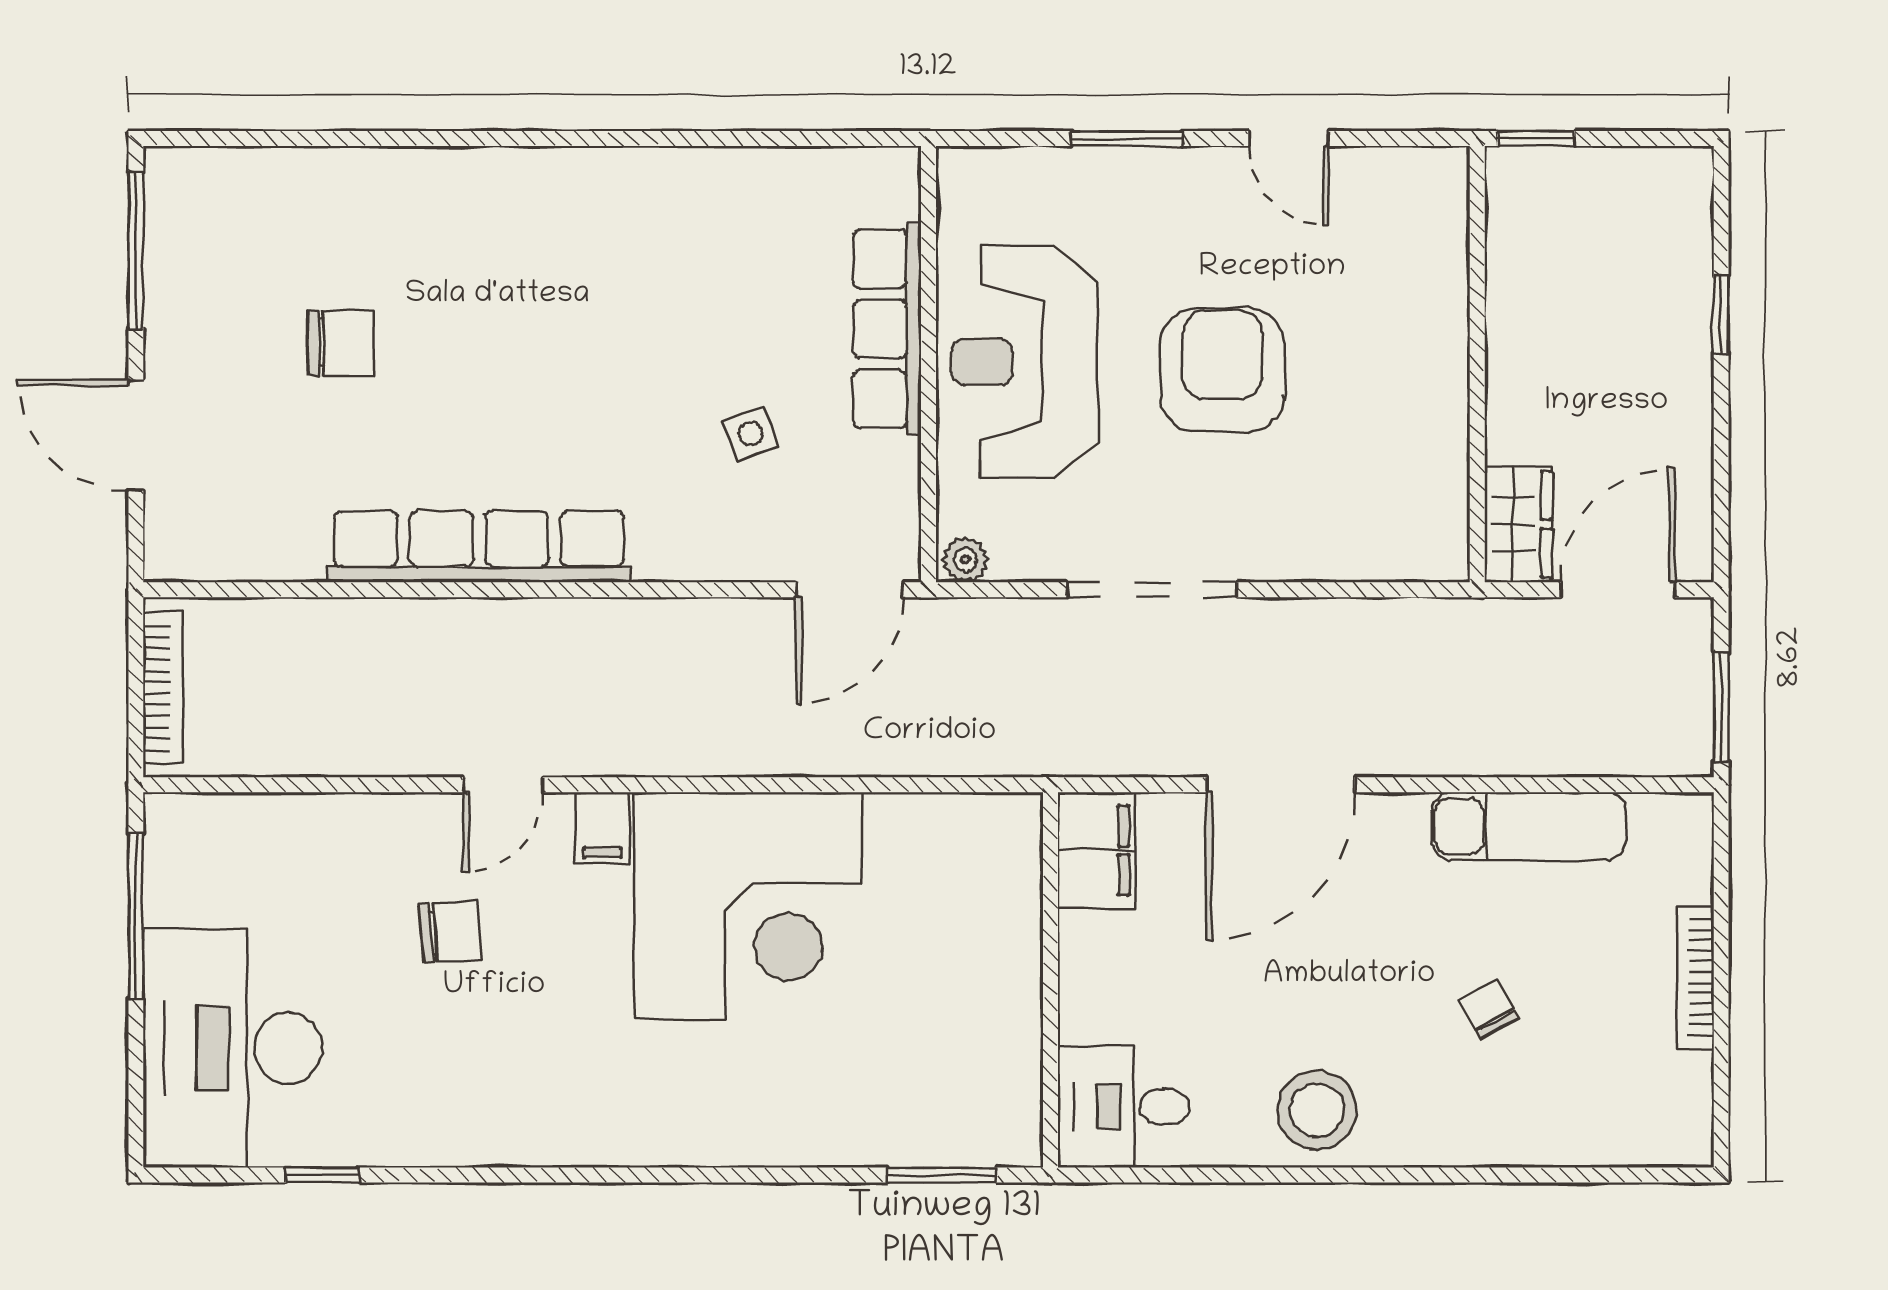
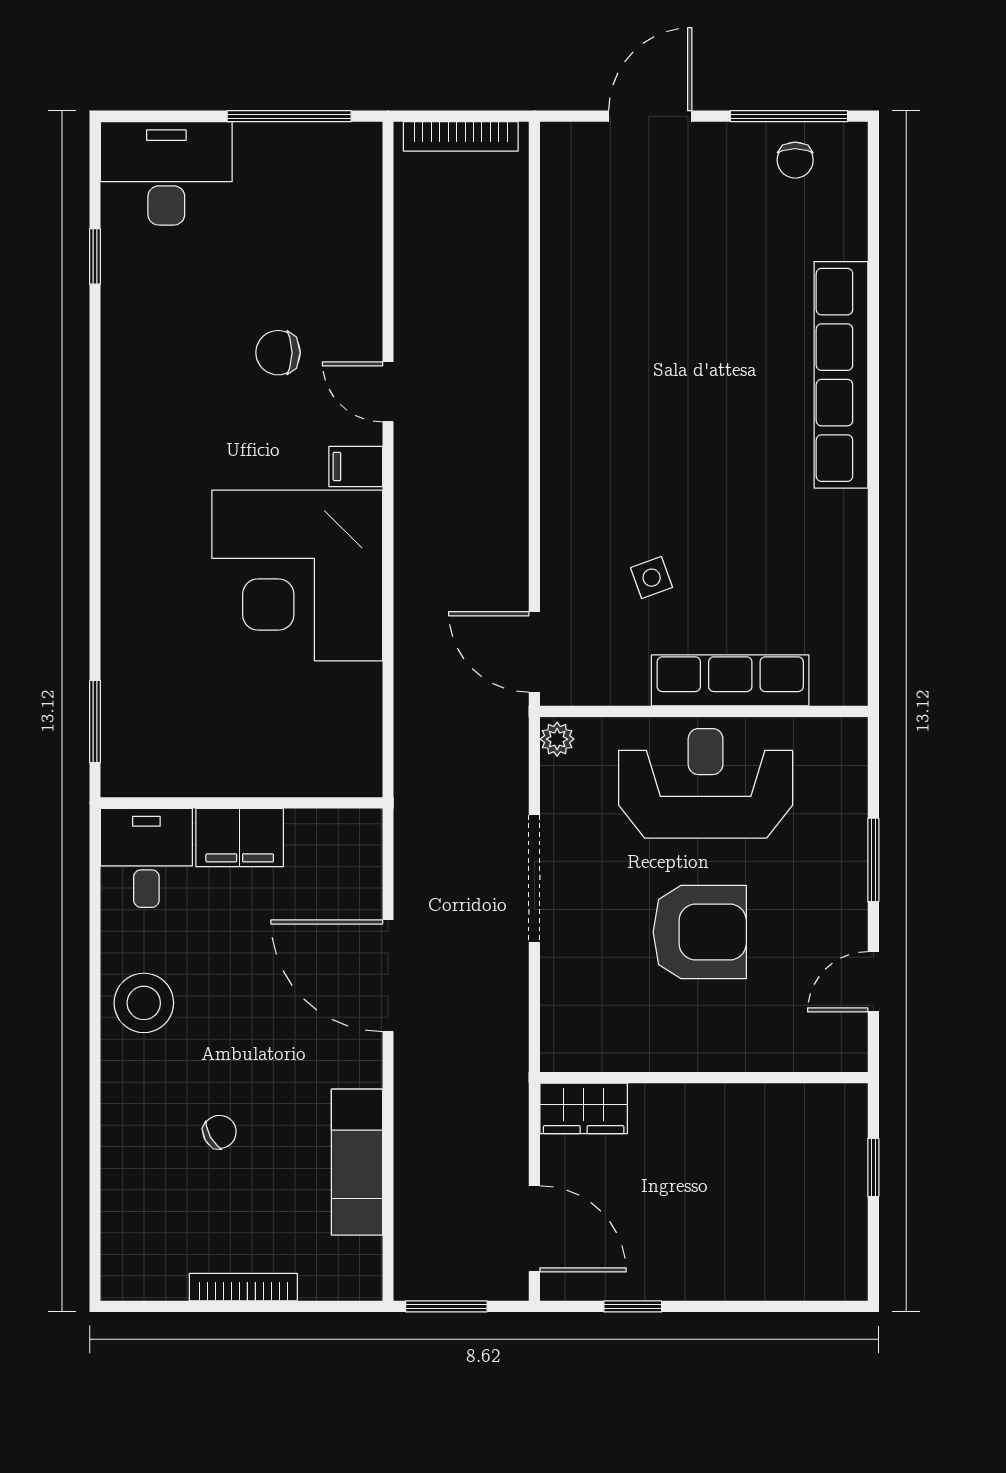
window: (1721, 315) -> (633, 1306), moved
chair: (341, 343) -> (795, 160), moved, width x0.73, depth x0.73
wall: (1477, 364) -> (704, 1078), moved
wardrobe: (1518, 524) -> (584, 1108), moved
row of seats: (479, 547) -> (841, 375), moved, turned 180
filing cabinet: (1097, 850) -> (240, 837), moved
chair: (451, 931) -> (278, 353), turned 95
desk: (233, 1048) -> (166, 173), width x0.73, depth x0.77

